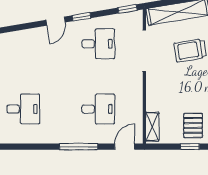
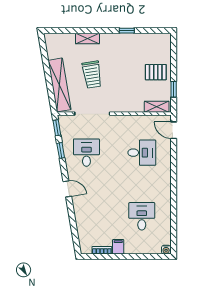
window: (81, 17) -> (61, 150), moved
desk: (98, 109) -> (142, 153), turned 90
window: (78, 147) -> (174, 169), removed
window: (190, 147) -> (174, 89), moved

